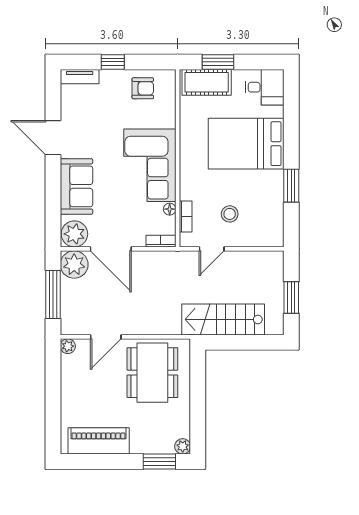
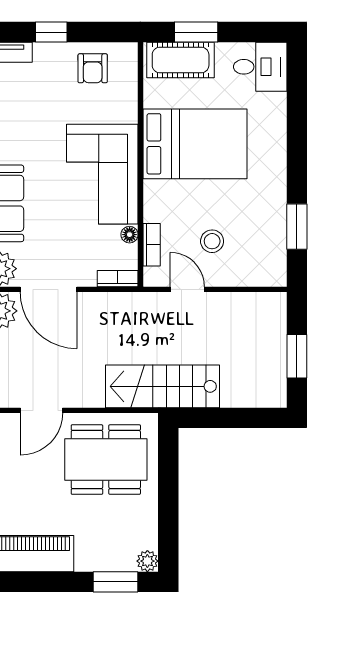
armchair: (143, 88) -> (93, 68), turned 90
bed: (246, 144) -> (195, 144), moved, turned 180
window: (291, 186) -> (297, 227), moved
door: (212, 249) -> (187, 289), swing flipped
stairs: (223, 319) -> (162, 386), moved
dining table: (152, 373) -> (106, 460), turned 90

